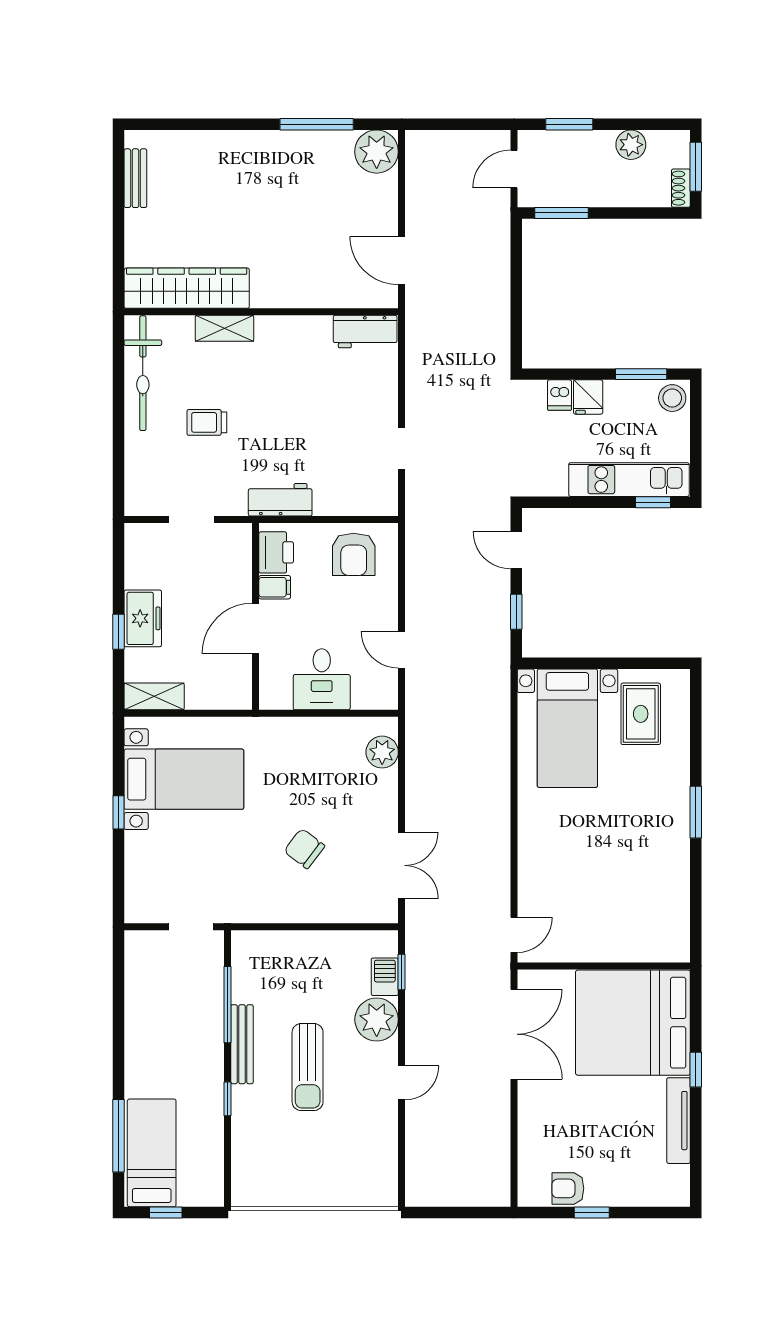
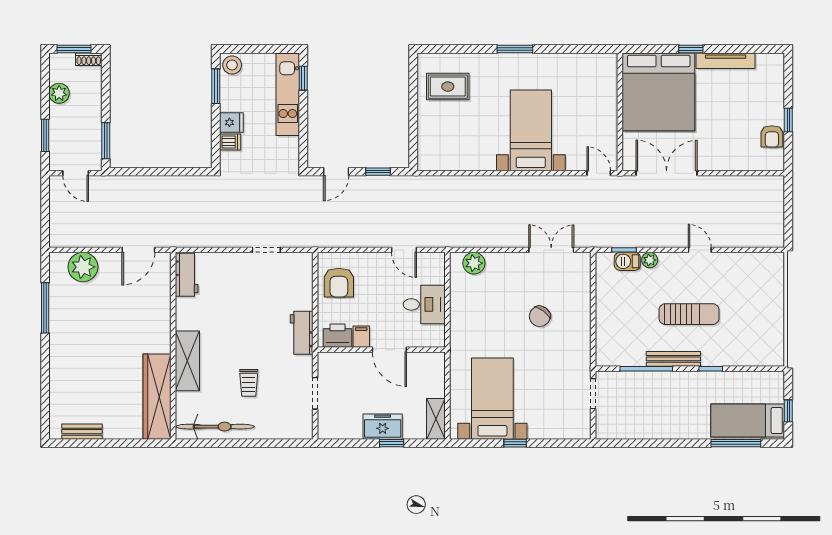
plant: (377, 152) -> (83, 267), moved
shelving: (224, 328) -> (187, 361), width x1.50, depth x1.33
armchair: (354, 554) -> (339, 283), turned 90
door: (402, 650) -> (404, 250), hinge flipped
bed with nightstands: (567, 728) -> (531, 130), moved, turned -90
plant: (377, 1020) -> (650, 260), width x0.53, depth x0.53

